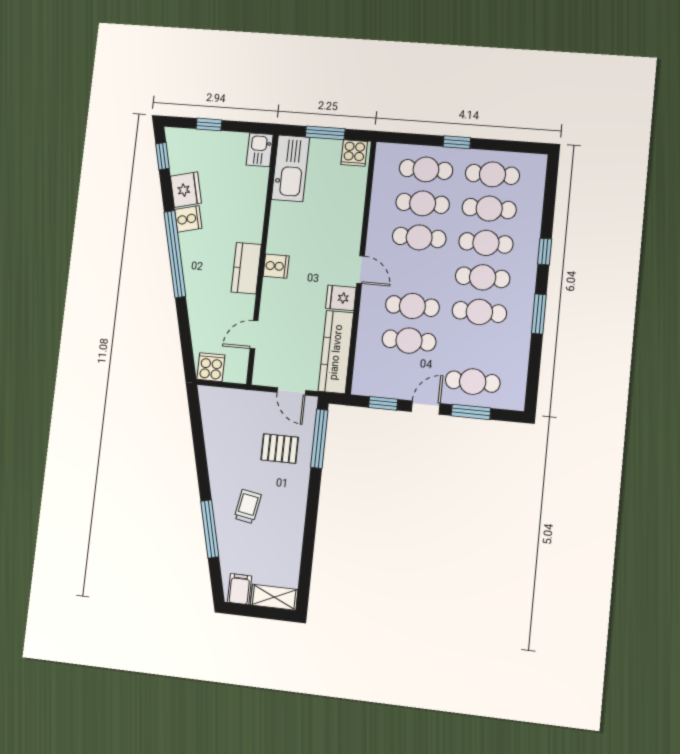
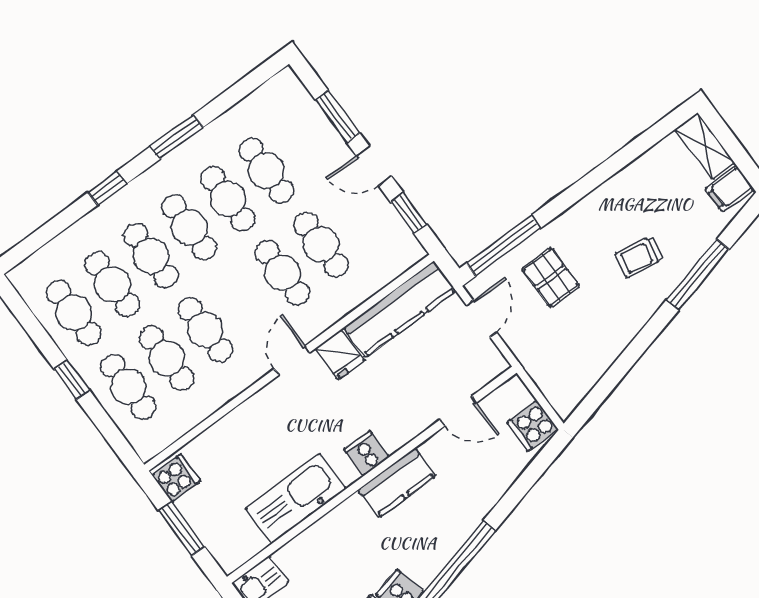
kitchen sink: (290, 168) -> (296, 499), moved
cafe table: (473, 382) -> (266, 171), moved

